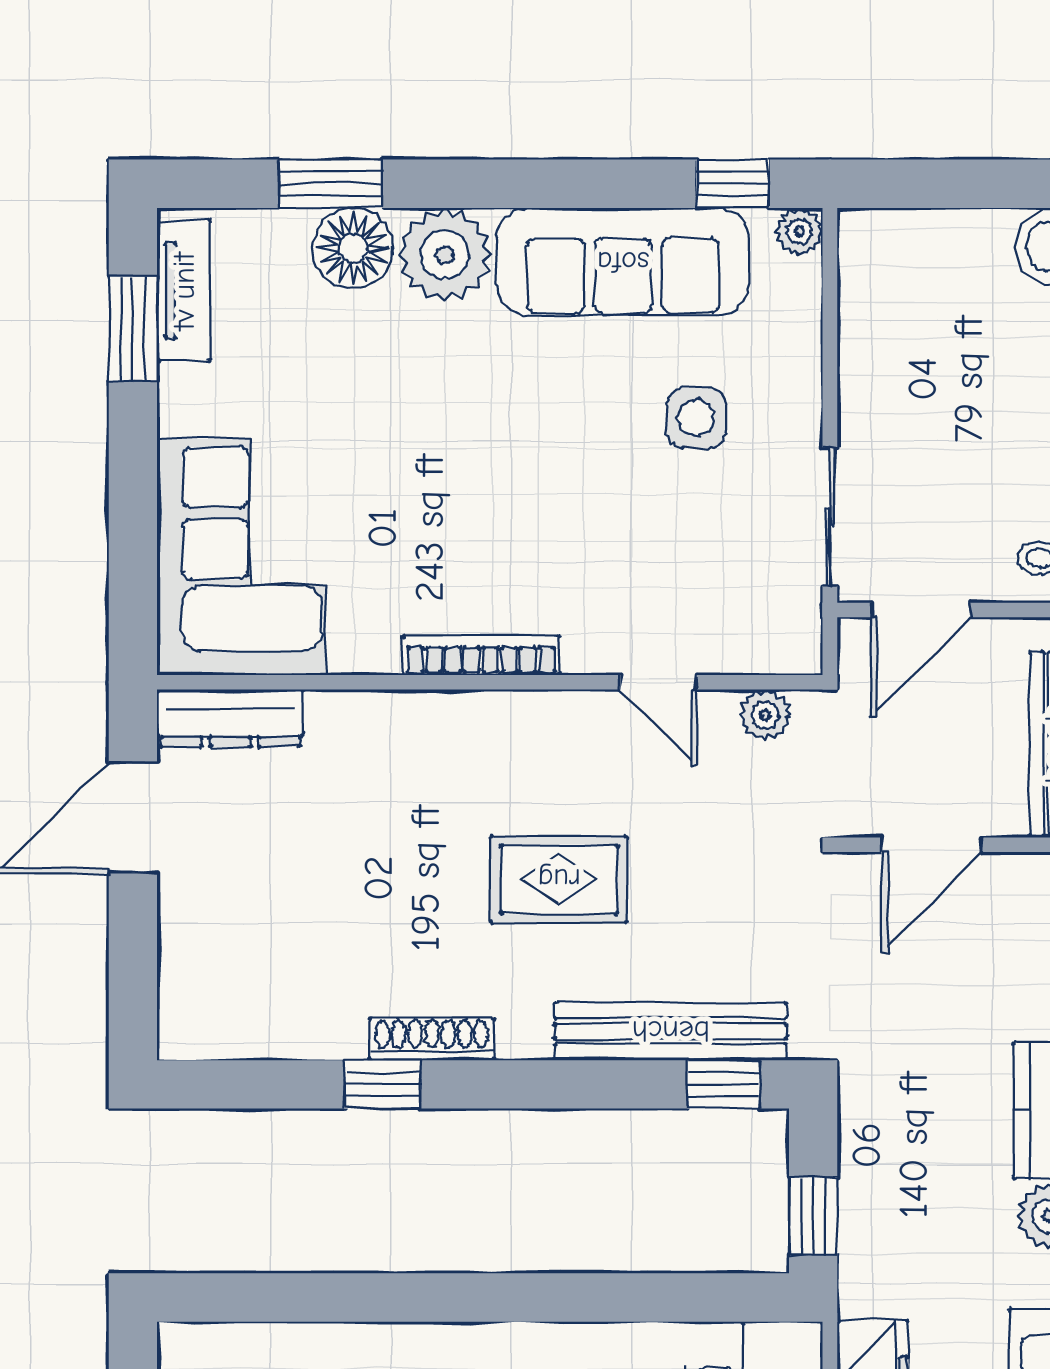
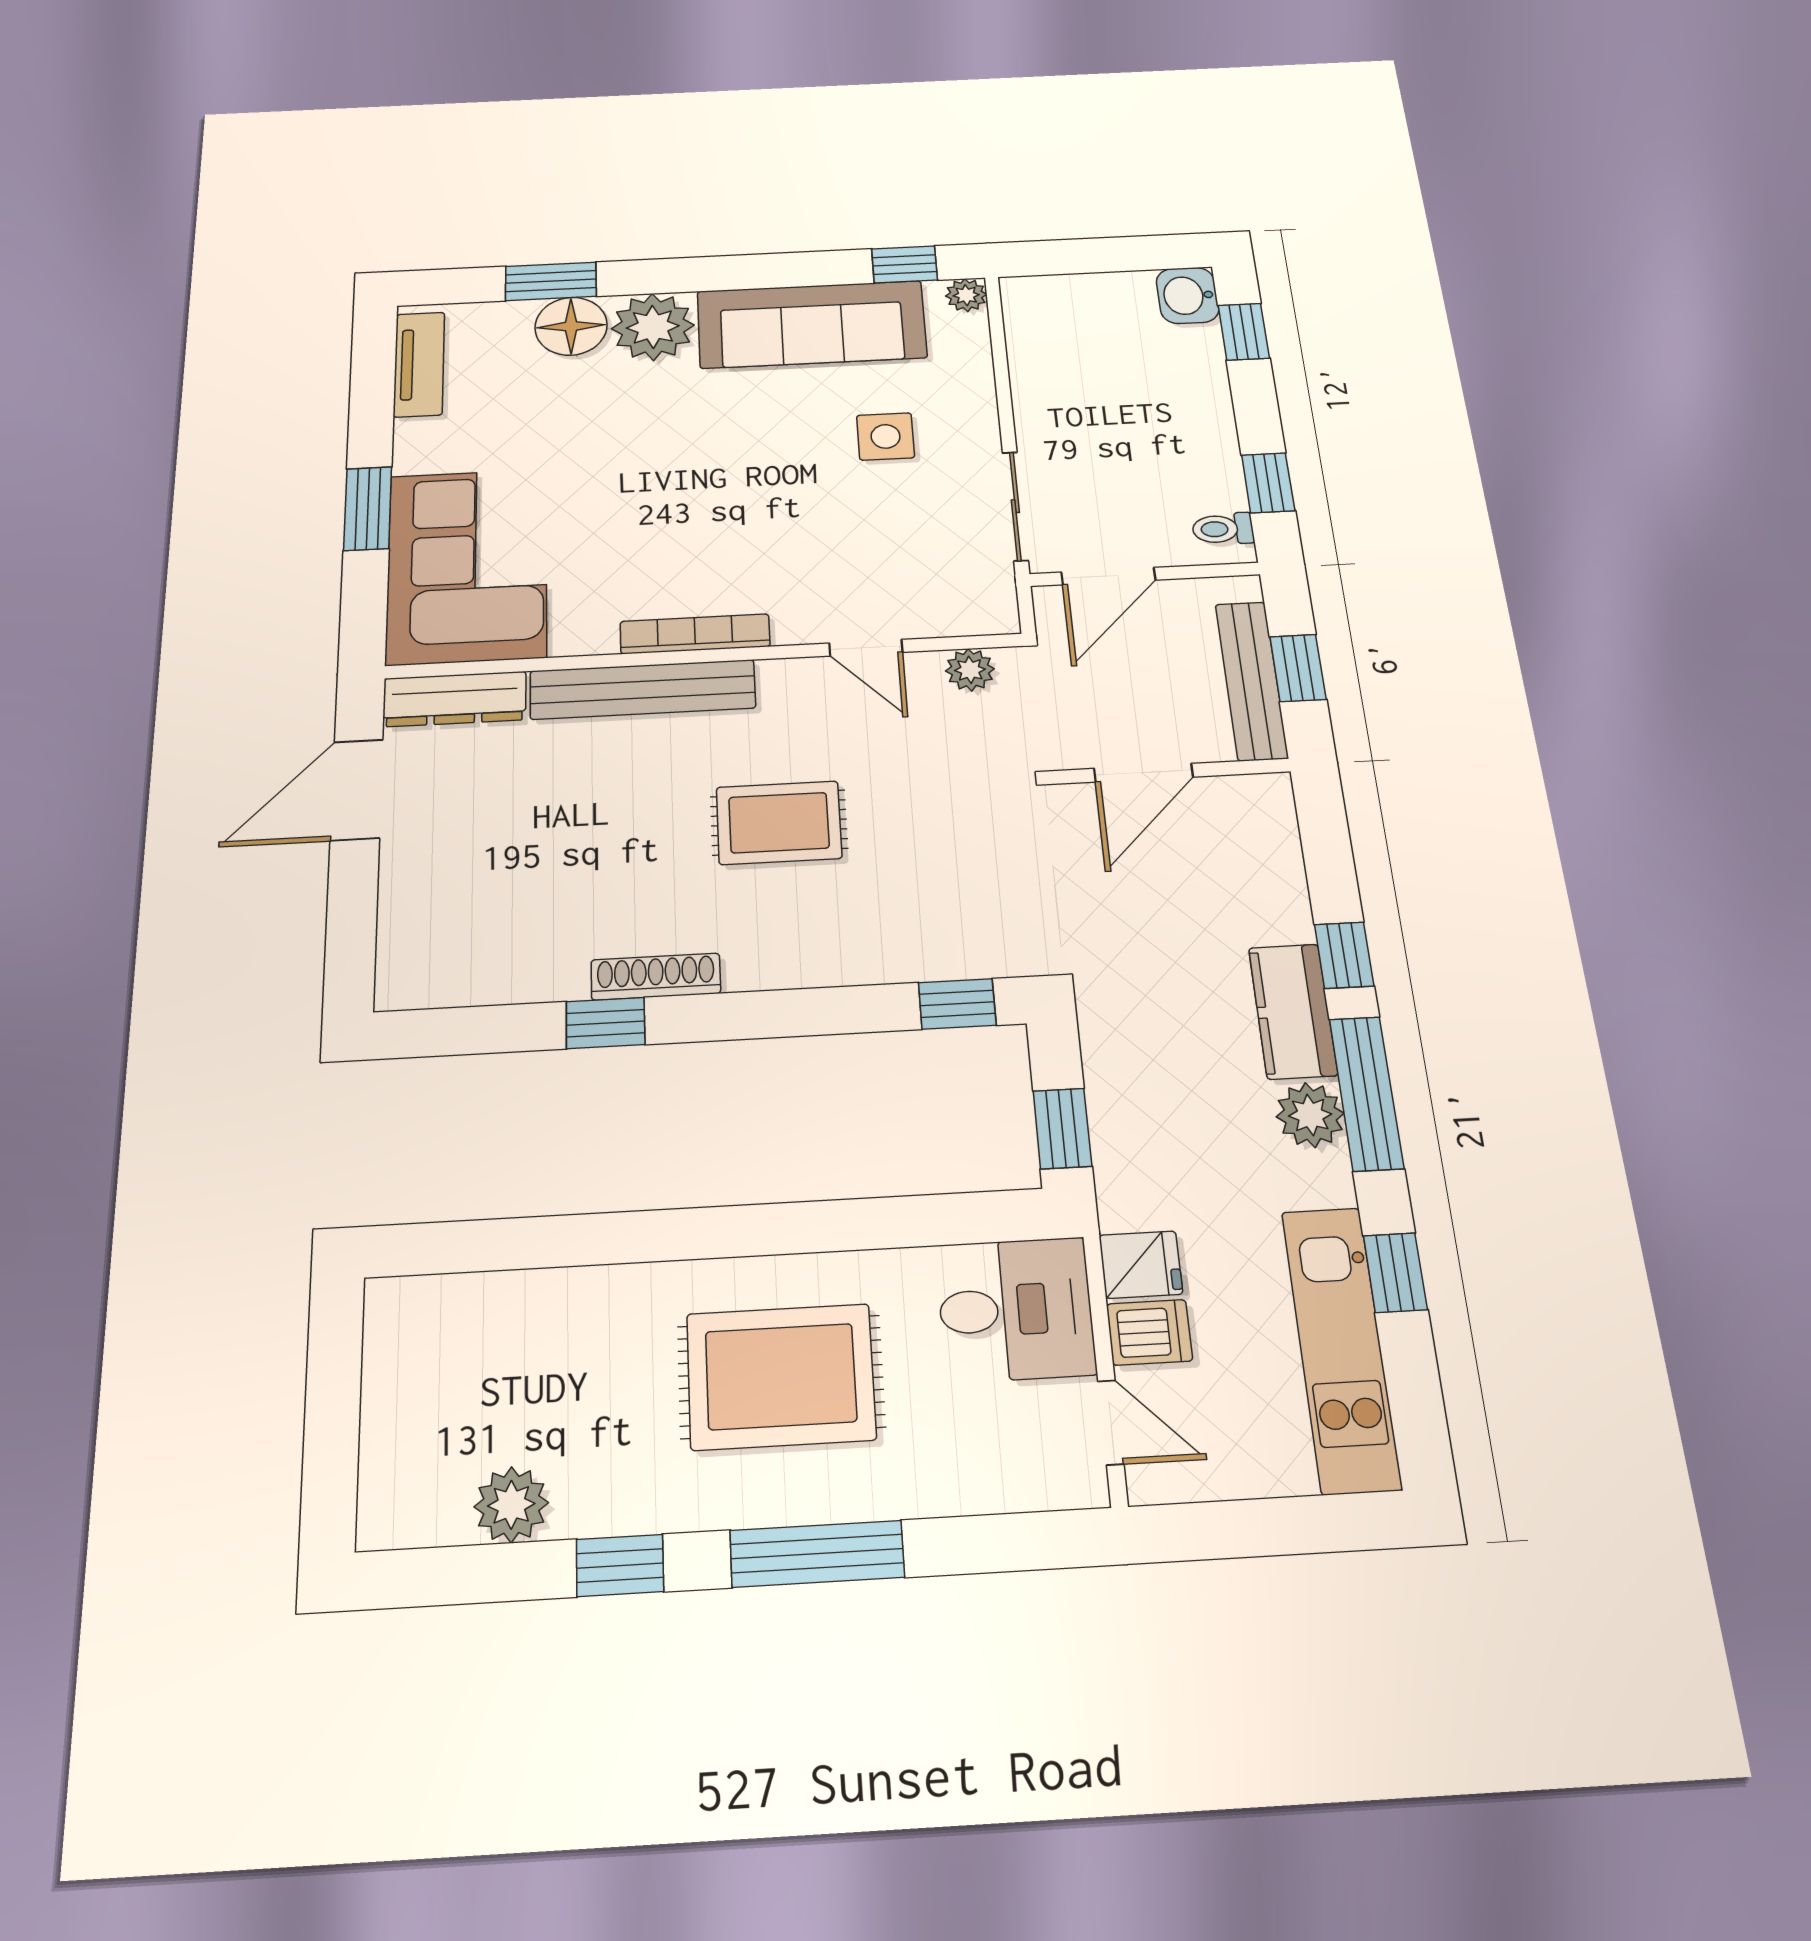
window: (133, 329) -> (368, 509), moved
bench: (671, 1031) -> (643, 690), moved

